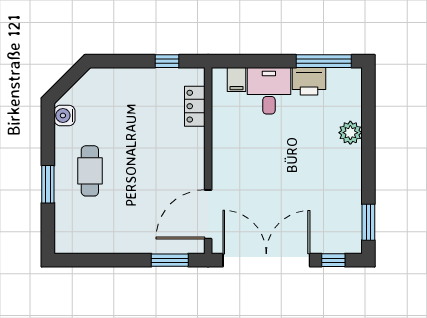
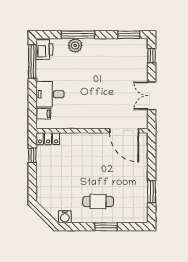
printer: (309, 81) -> (44, 50), moved
locker: (195, 106) -> (48, 139), moved
window: (368, 137) -> (78, 35), added
window: (170, 260) -> (152, 192), moved
double door: (266, 260) -> (152, 96), width x0.54

